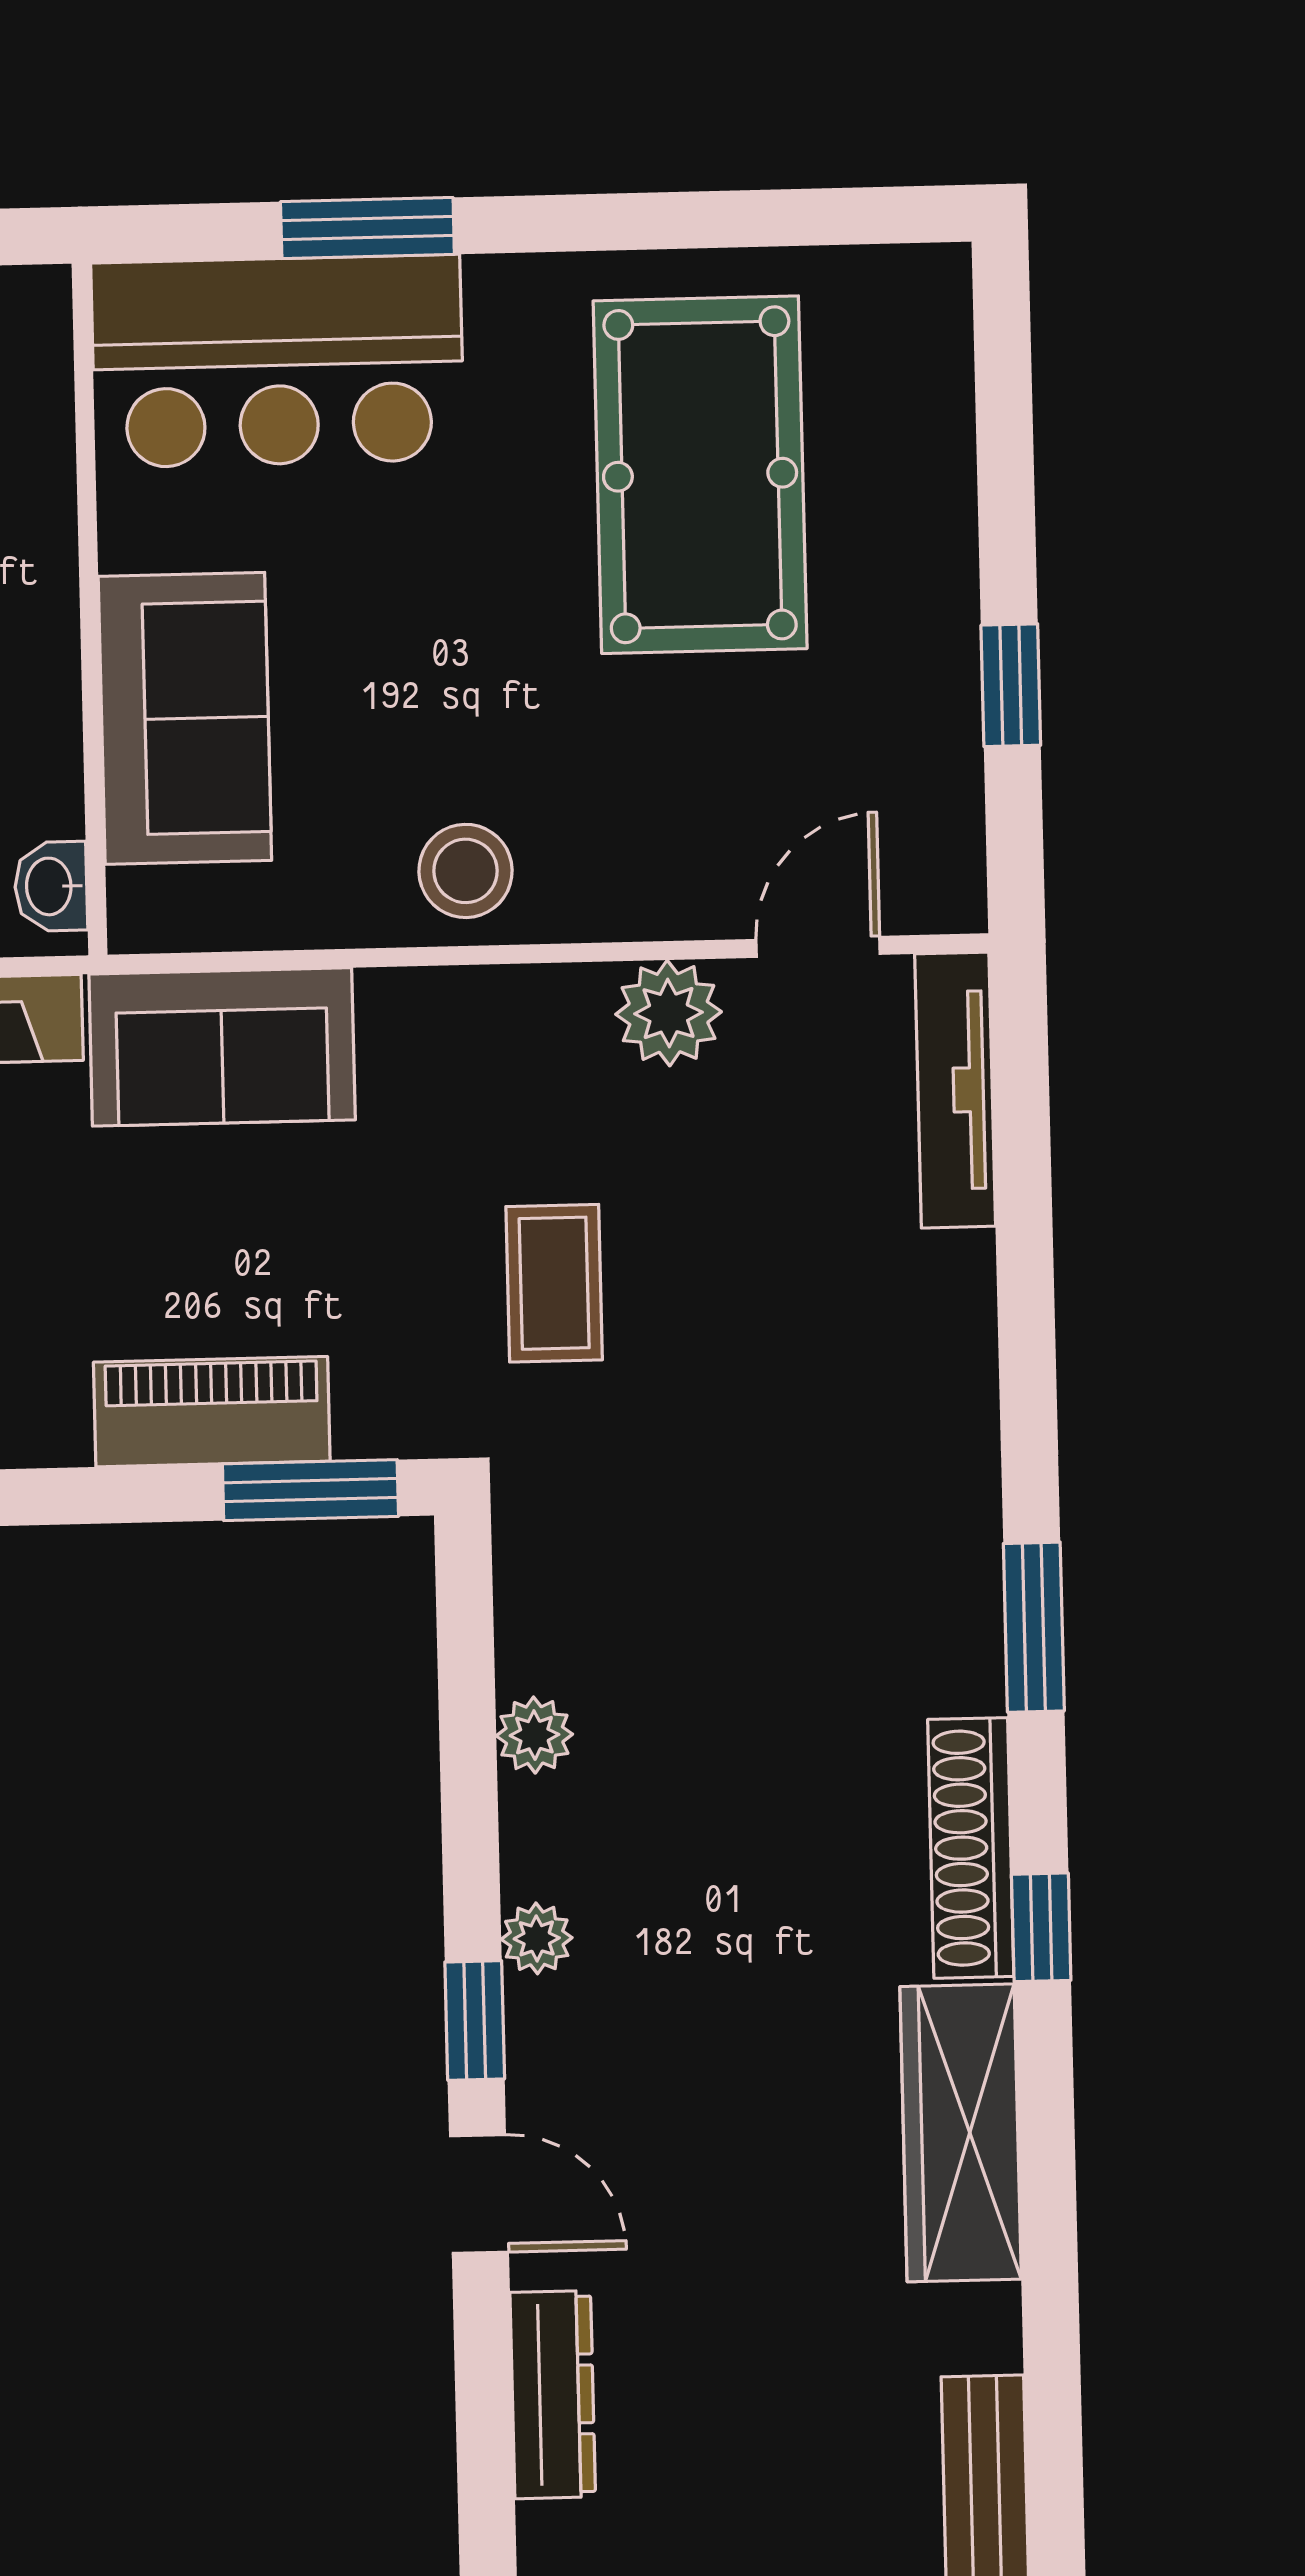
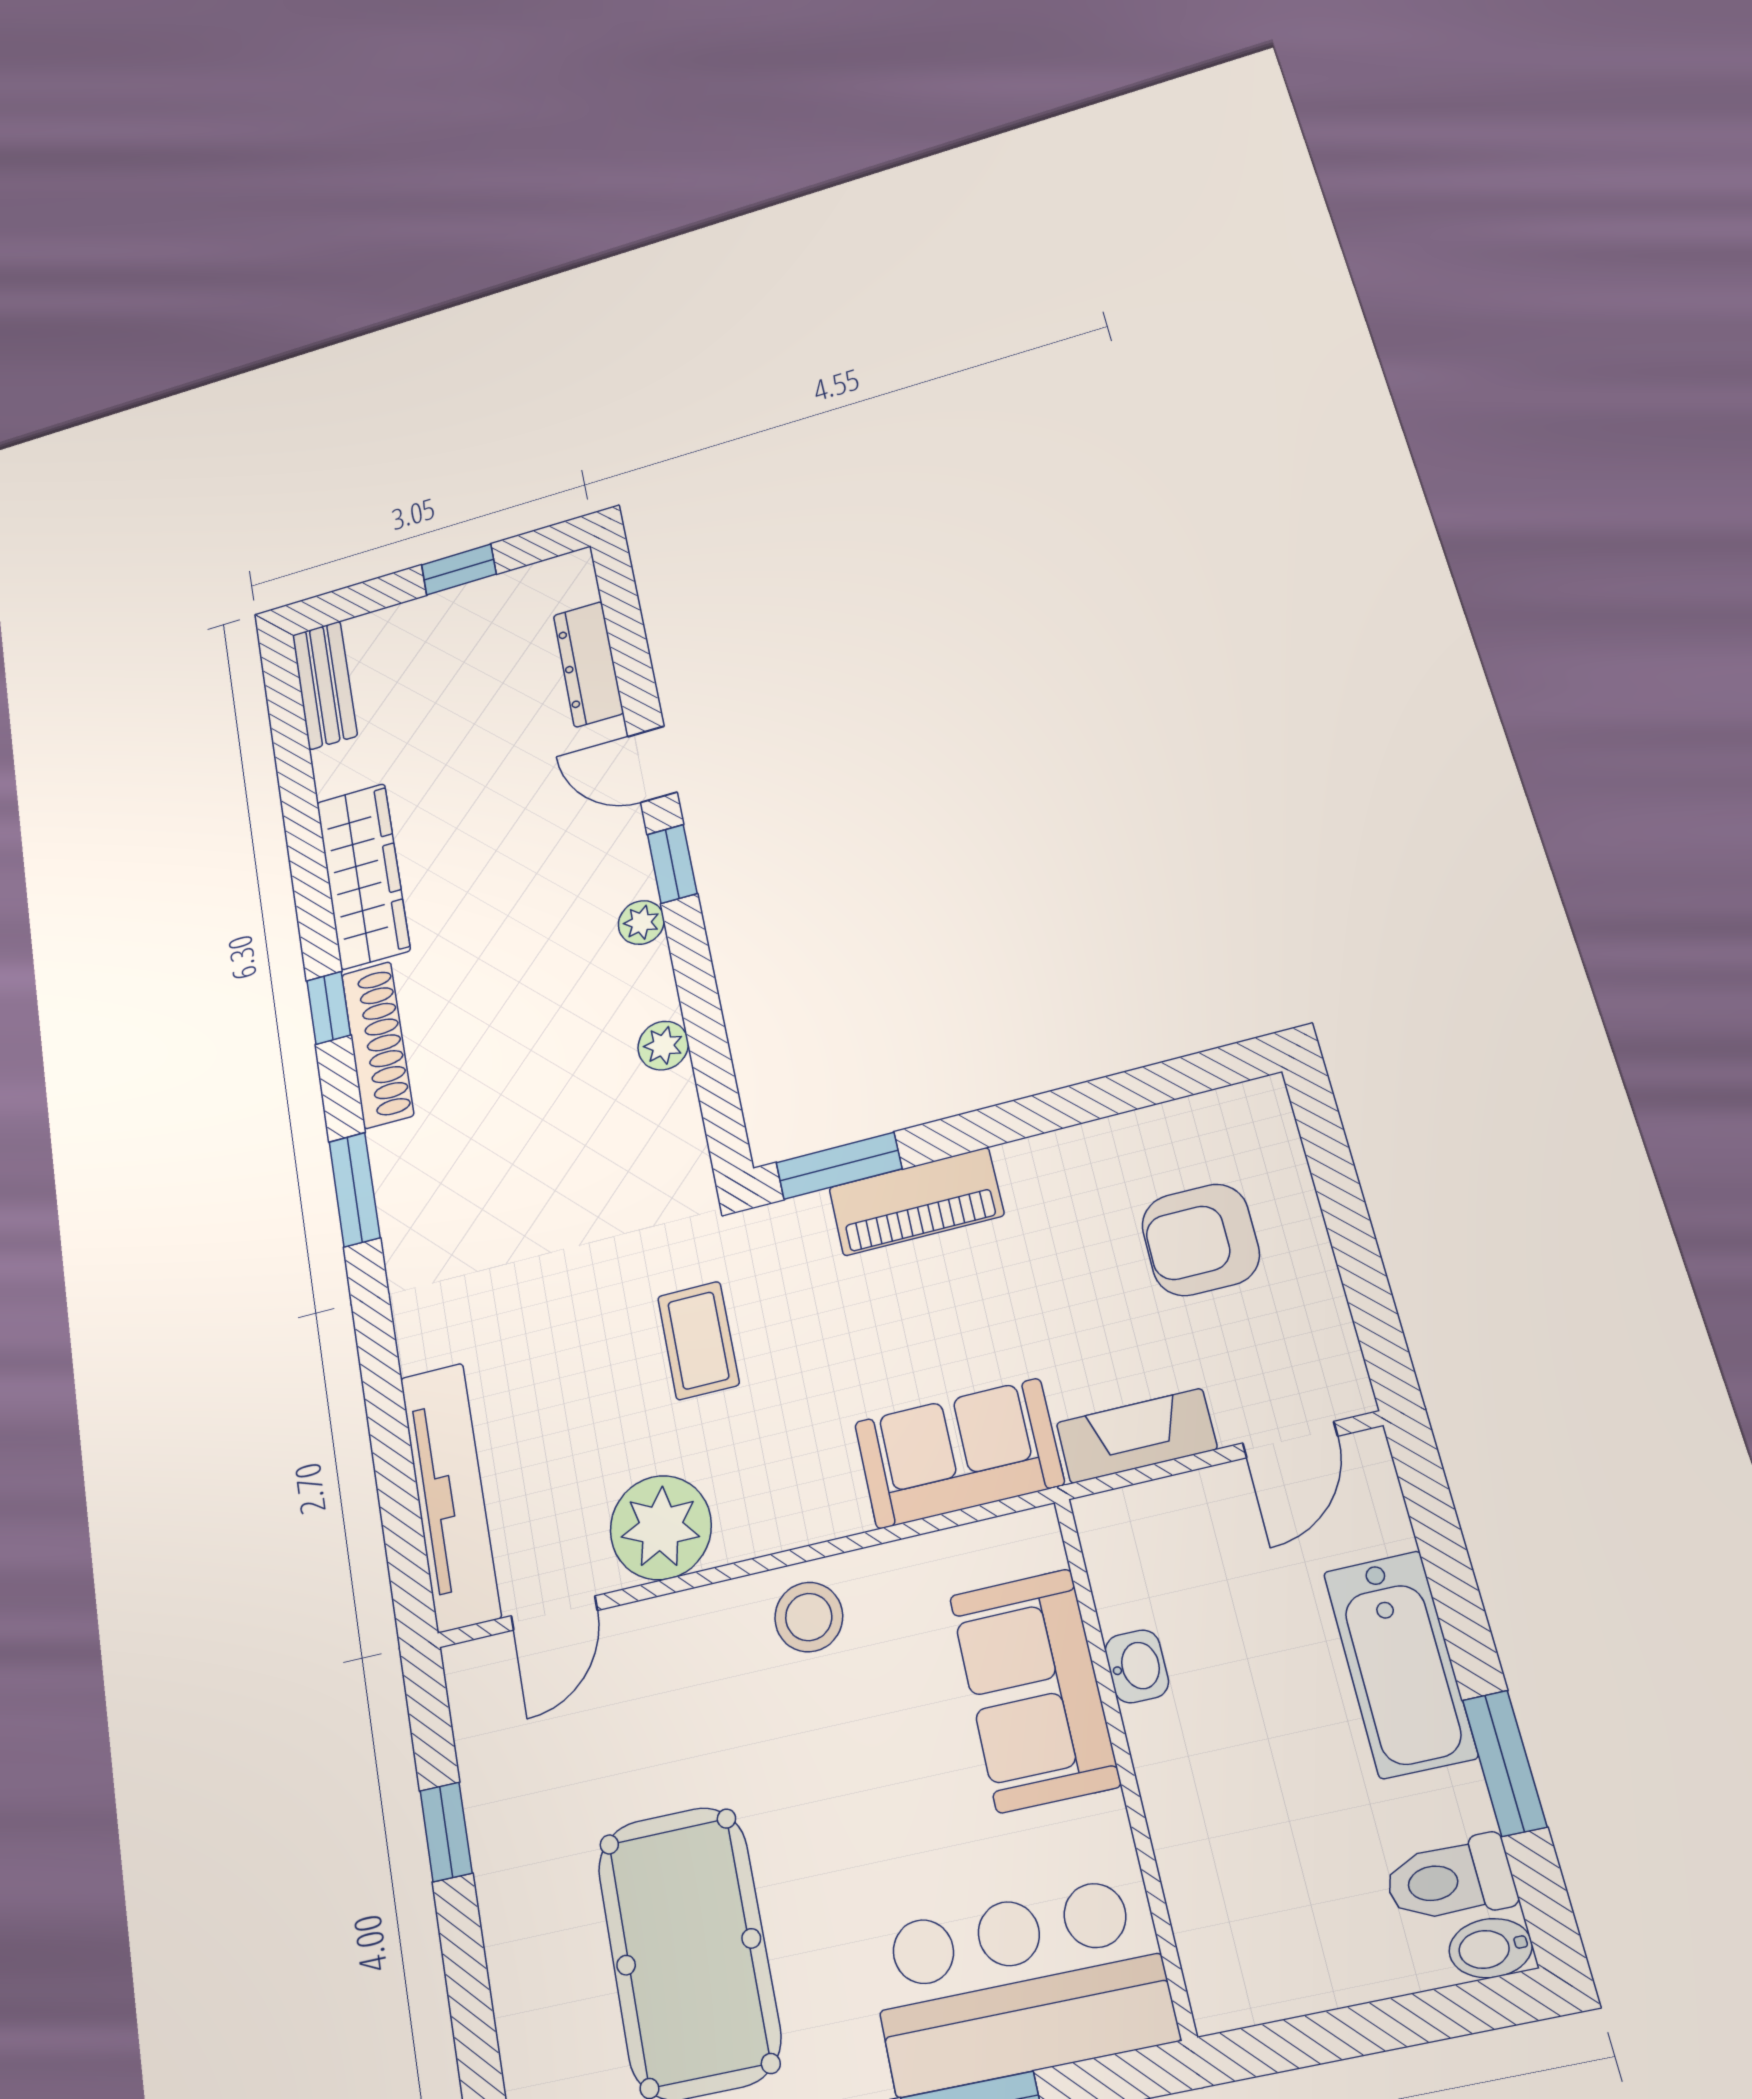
washbasin: (51, 886) -> (1137, 1666), moved
plant: (669, 1013) -> (661, 1528), width x1.36, depth x1.36
tv unit: (955, 1090) -> (450, 1496), width x1.36, depth x1.29

